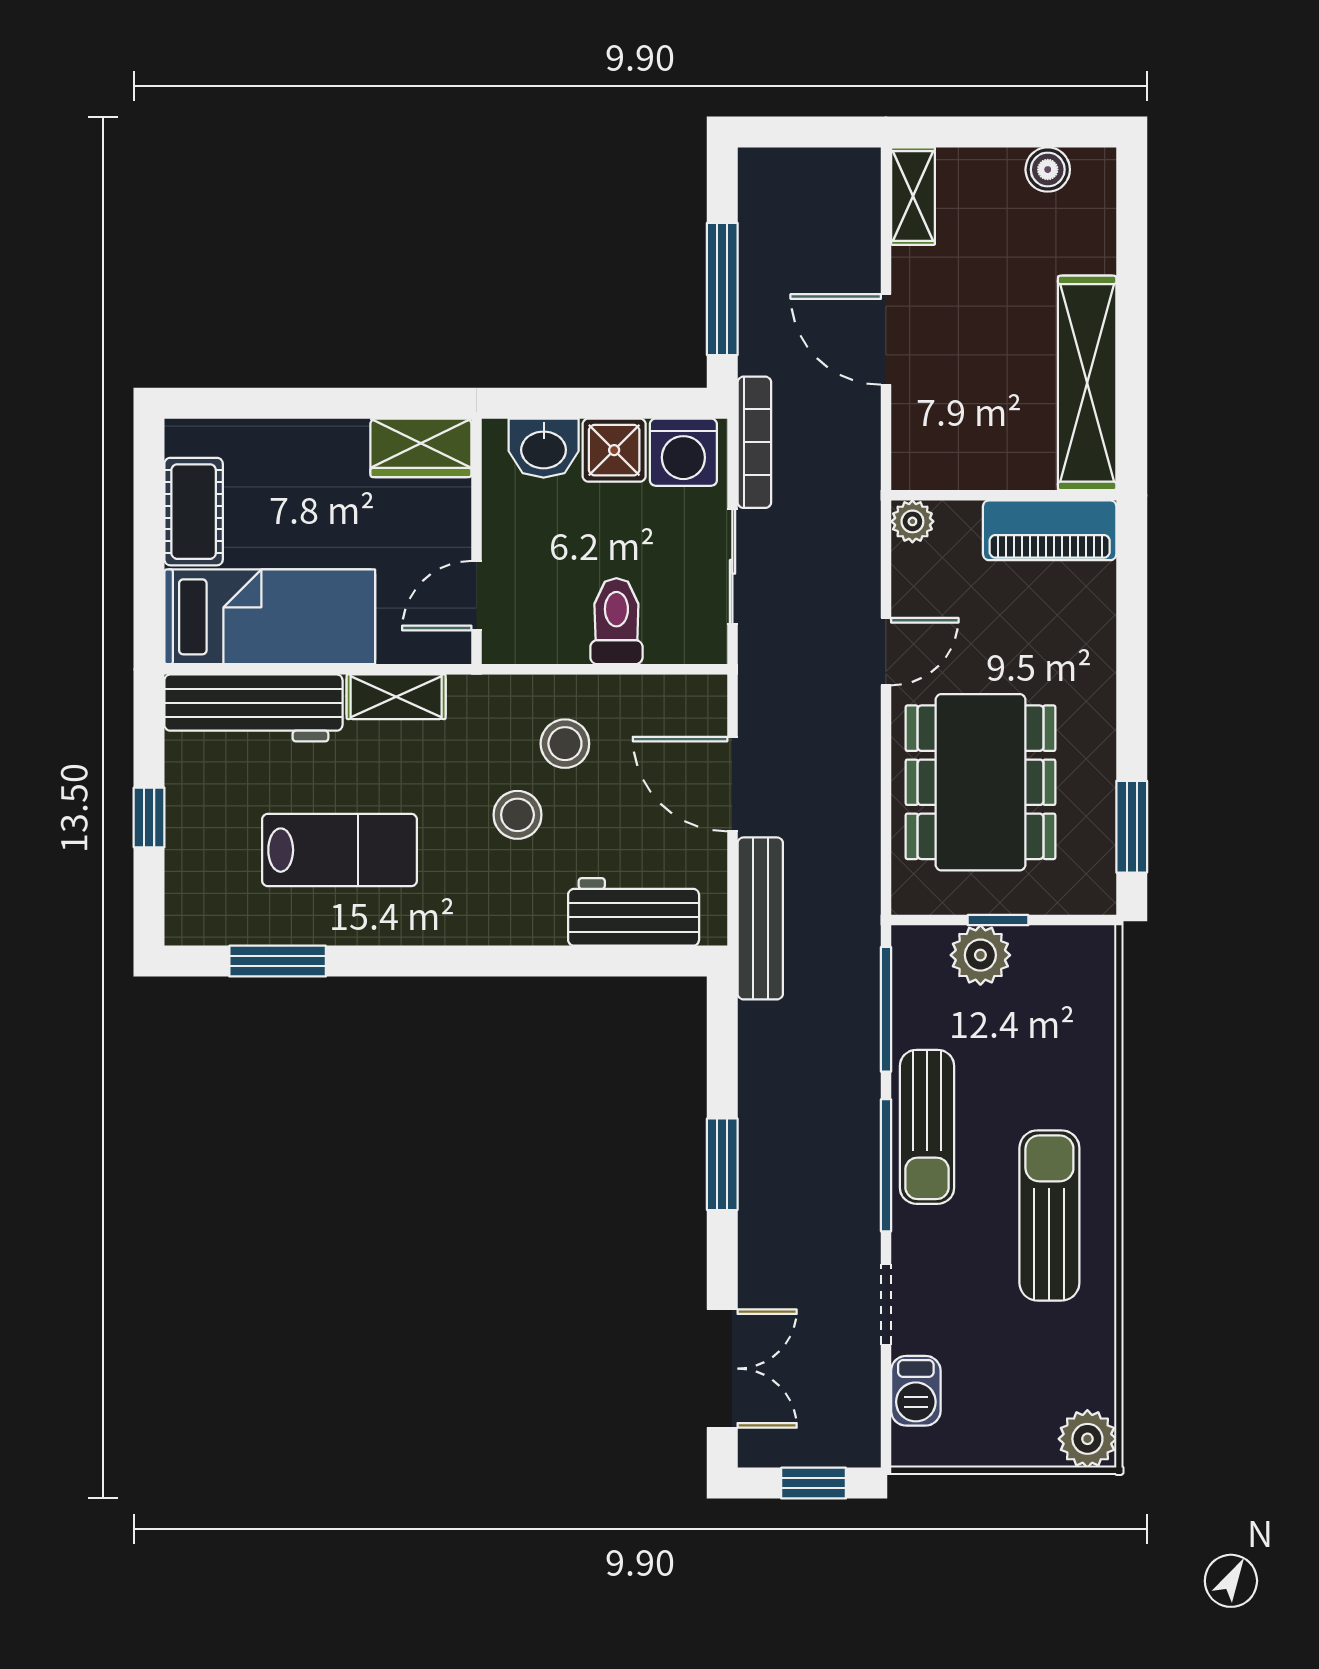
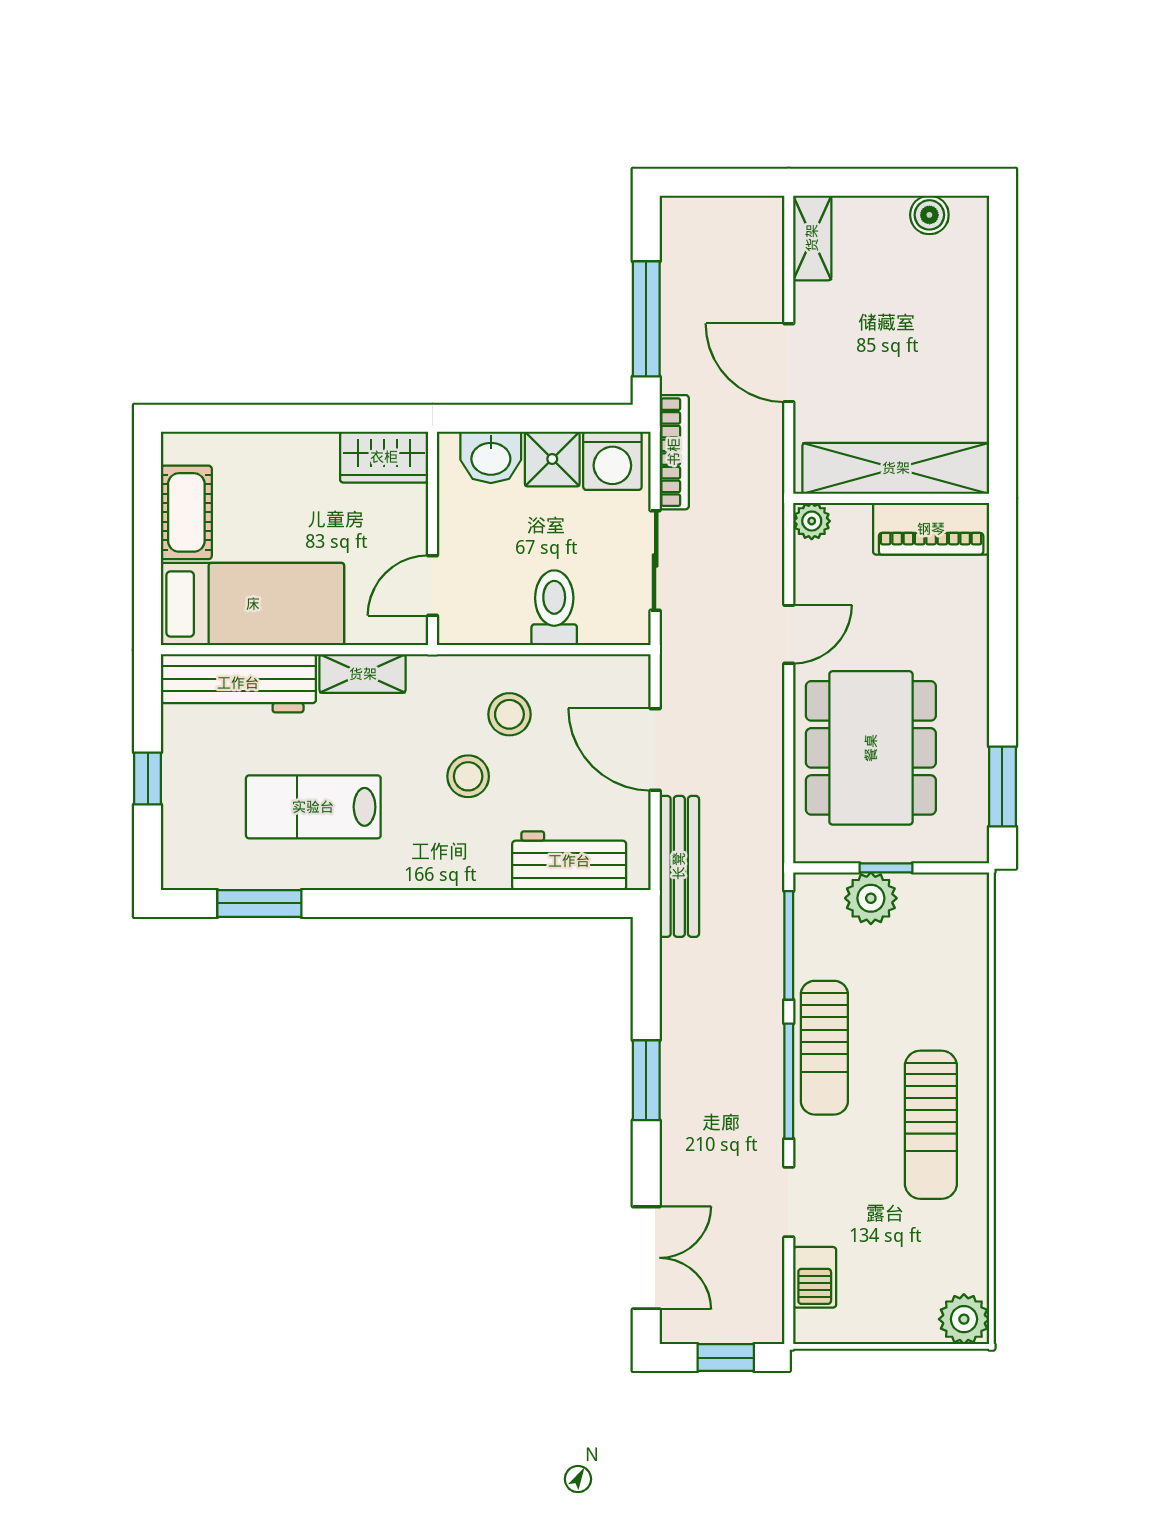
shelving: (1087, 383) -> (896, 468), moved, turned 90
lab bench: (340, 850) -> (313, 807), turned 180
sun lounger: (1049, 1215) -> (931, 1125), turned 180

